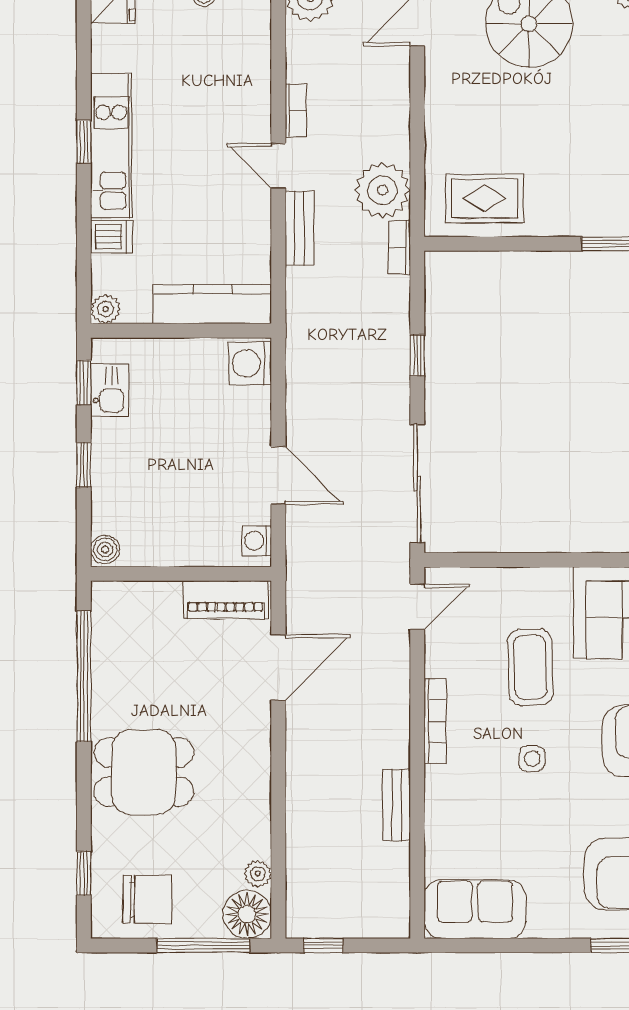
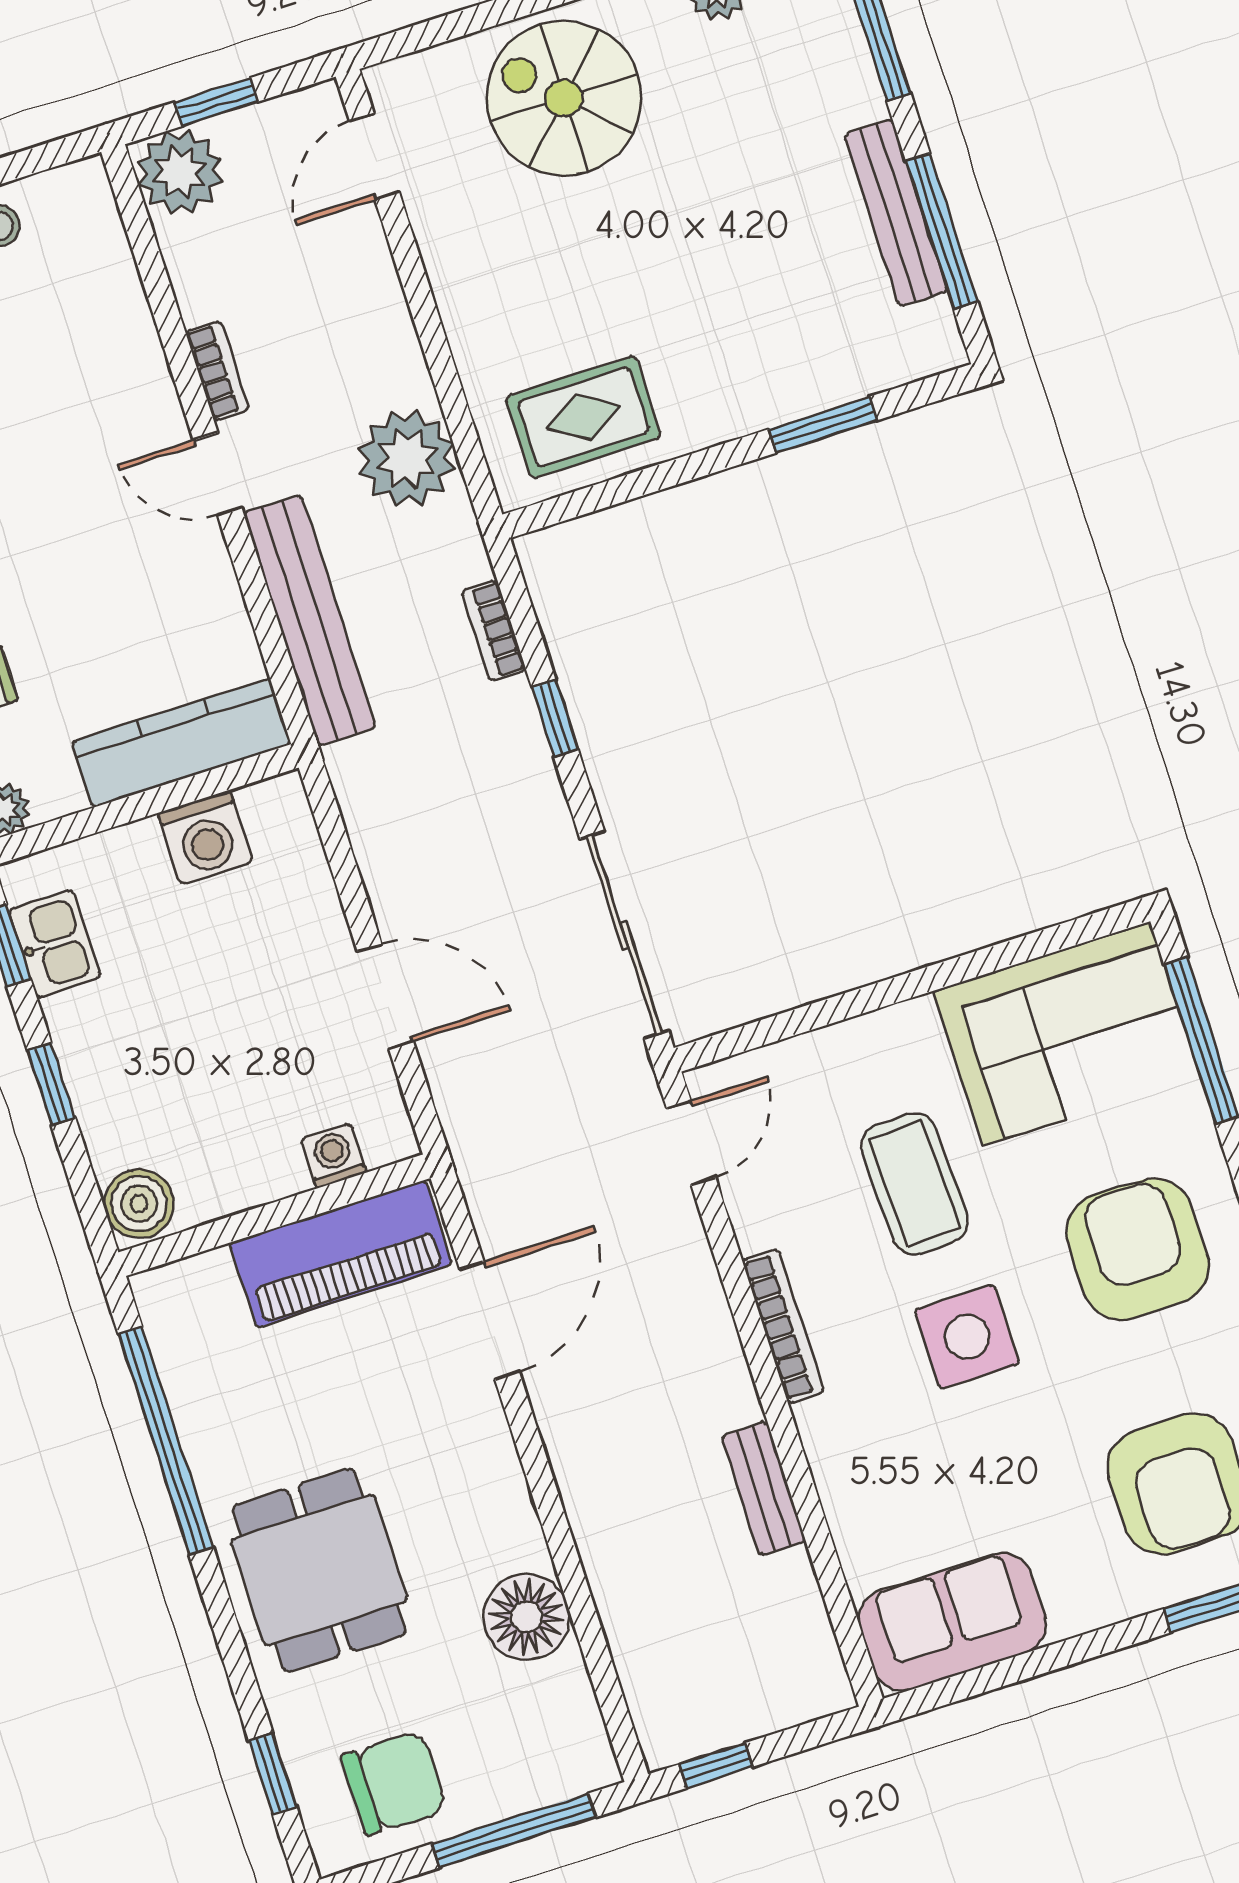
bench: (299, 228) -> (310, 620), width x1.86, depth x1.21
bookcase: (400, 248) -> (494, 630), moved
washing machine: (250, 363) -> (205, 838), moved, turned -90
washing machine: (257, 541) -> (334, 1156), moved, turned 90
boiler: (105, 549) -> (139, 1204), width x1.36, depth x1.36
piano: (226, 600) -> (341, 1254), width x1.37, depth x1.33
side table: (532, 759) -> (967, 1337), width x1.87, depth x1.87
dining table: (144, 772) -> (319, 1570), turned 90
plant: (258, 874) -> (567, 1680), removed
floor lamp: (247, 914) -> (526, 1617), moved

